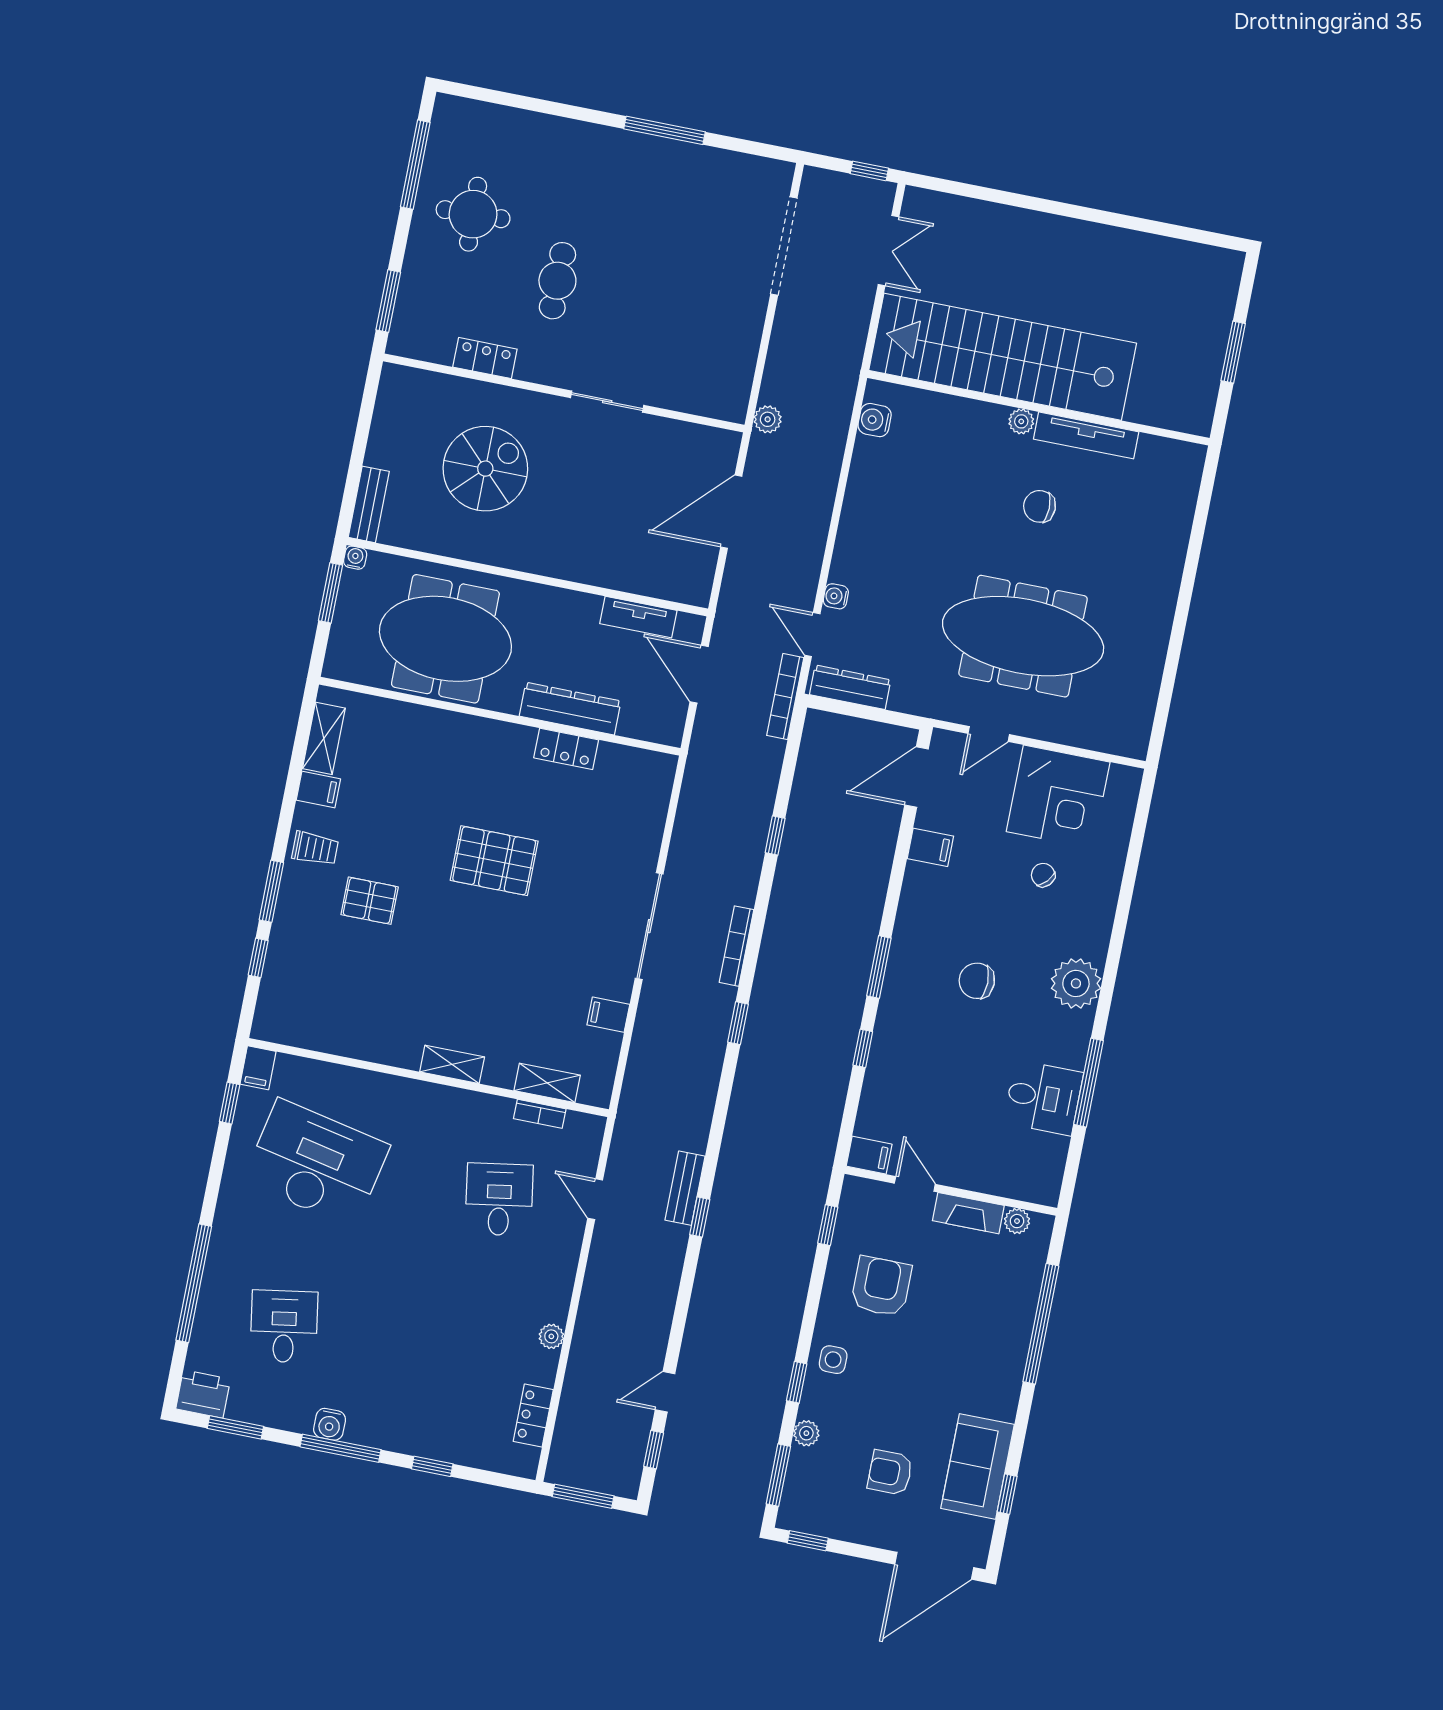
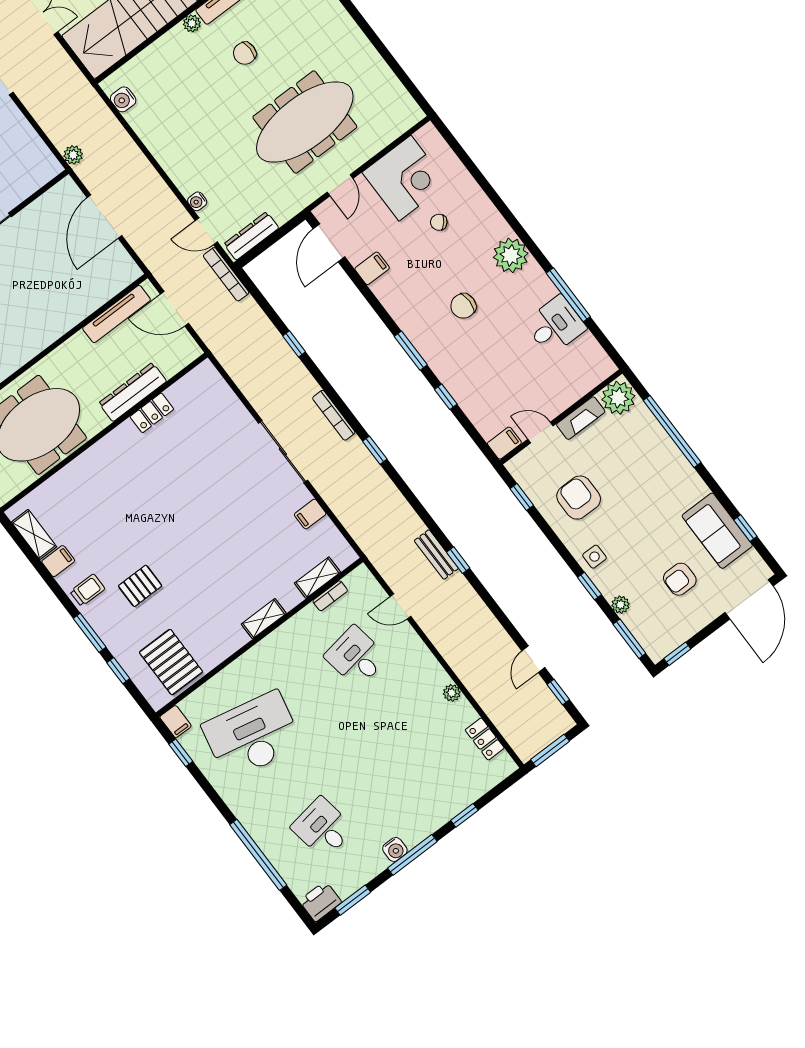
tv unit: (638, 617) -> (117, 314), width x1.41
pallet: (494, 861) -> (171, 662), moved, turned 90
plant: (1017, 1221) -> (618, 398), width x1.88, depth x1.88

